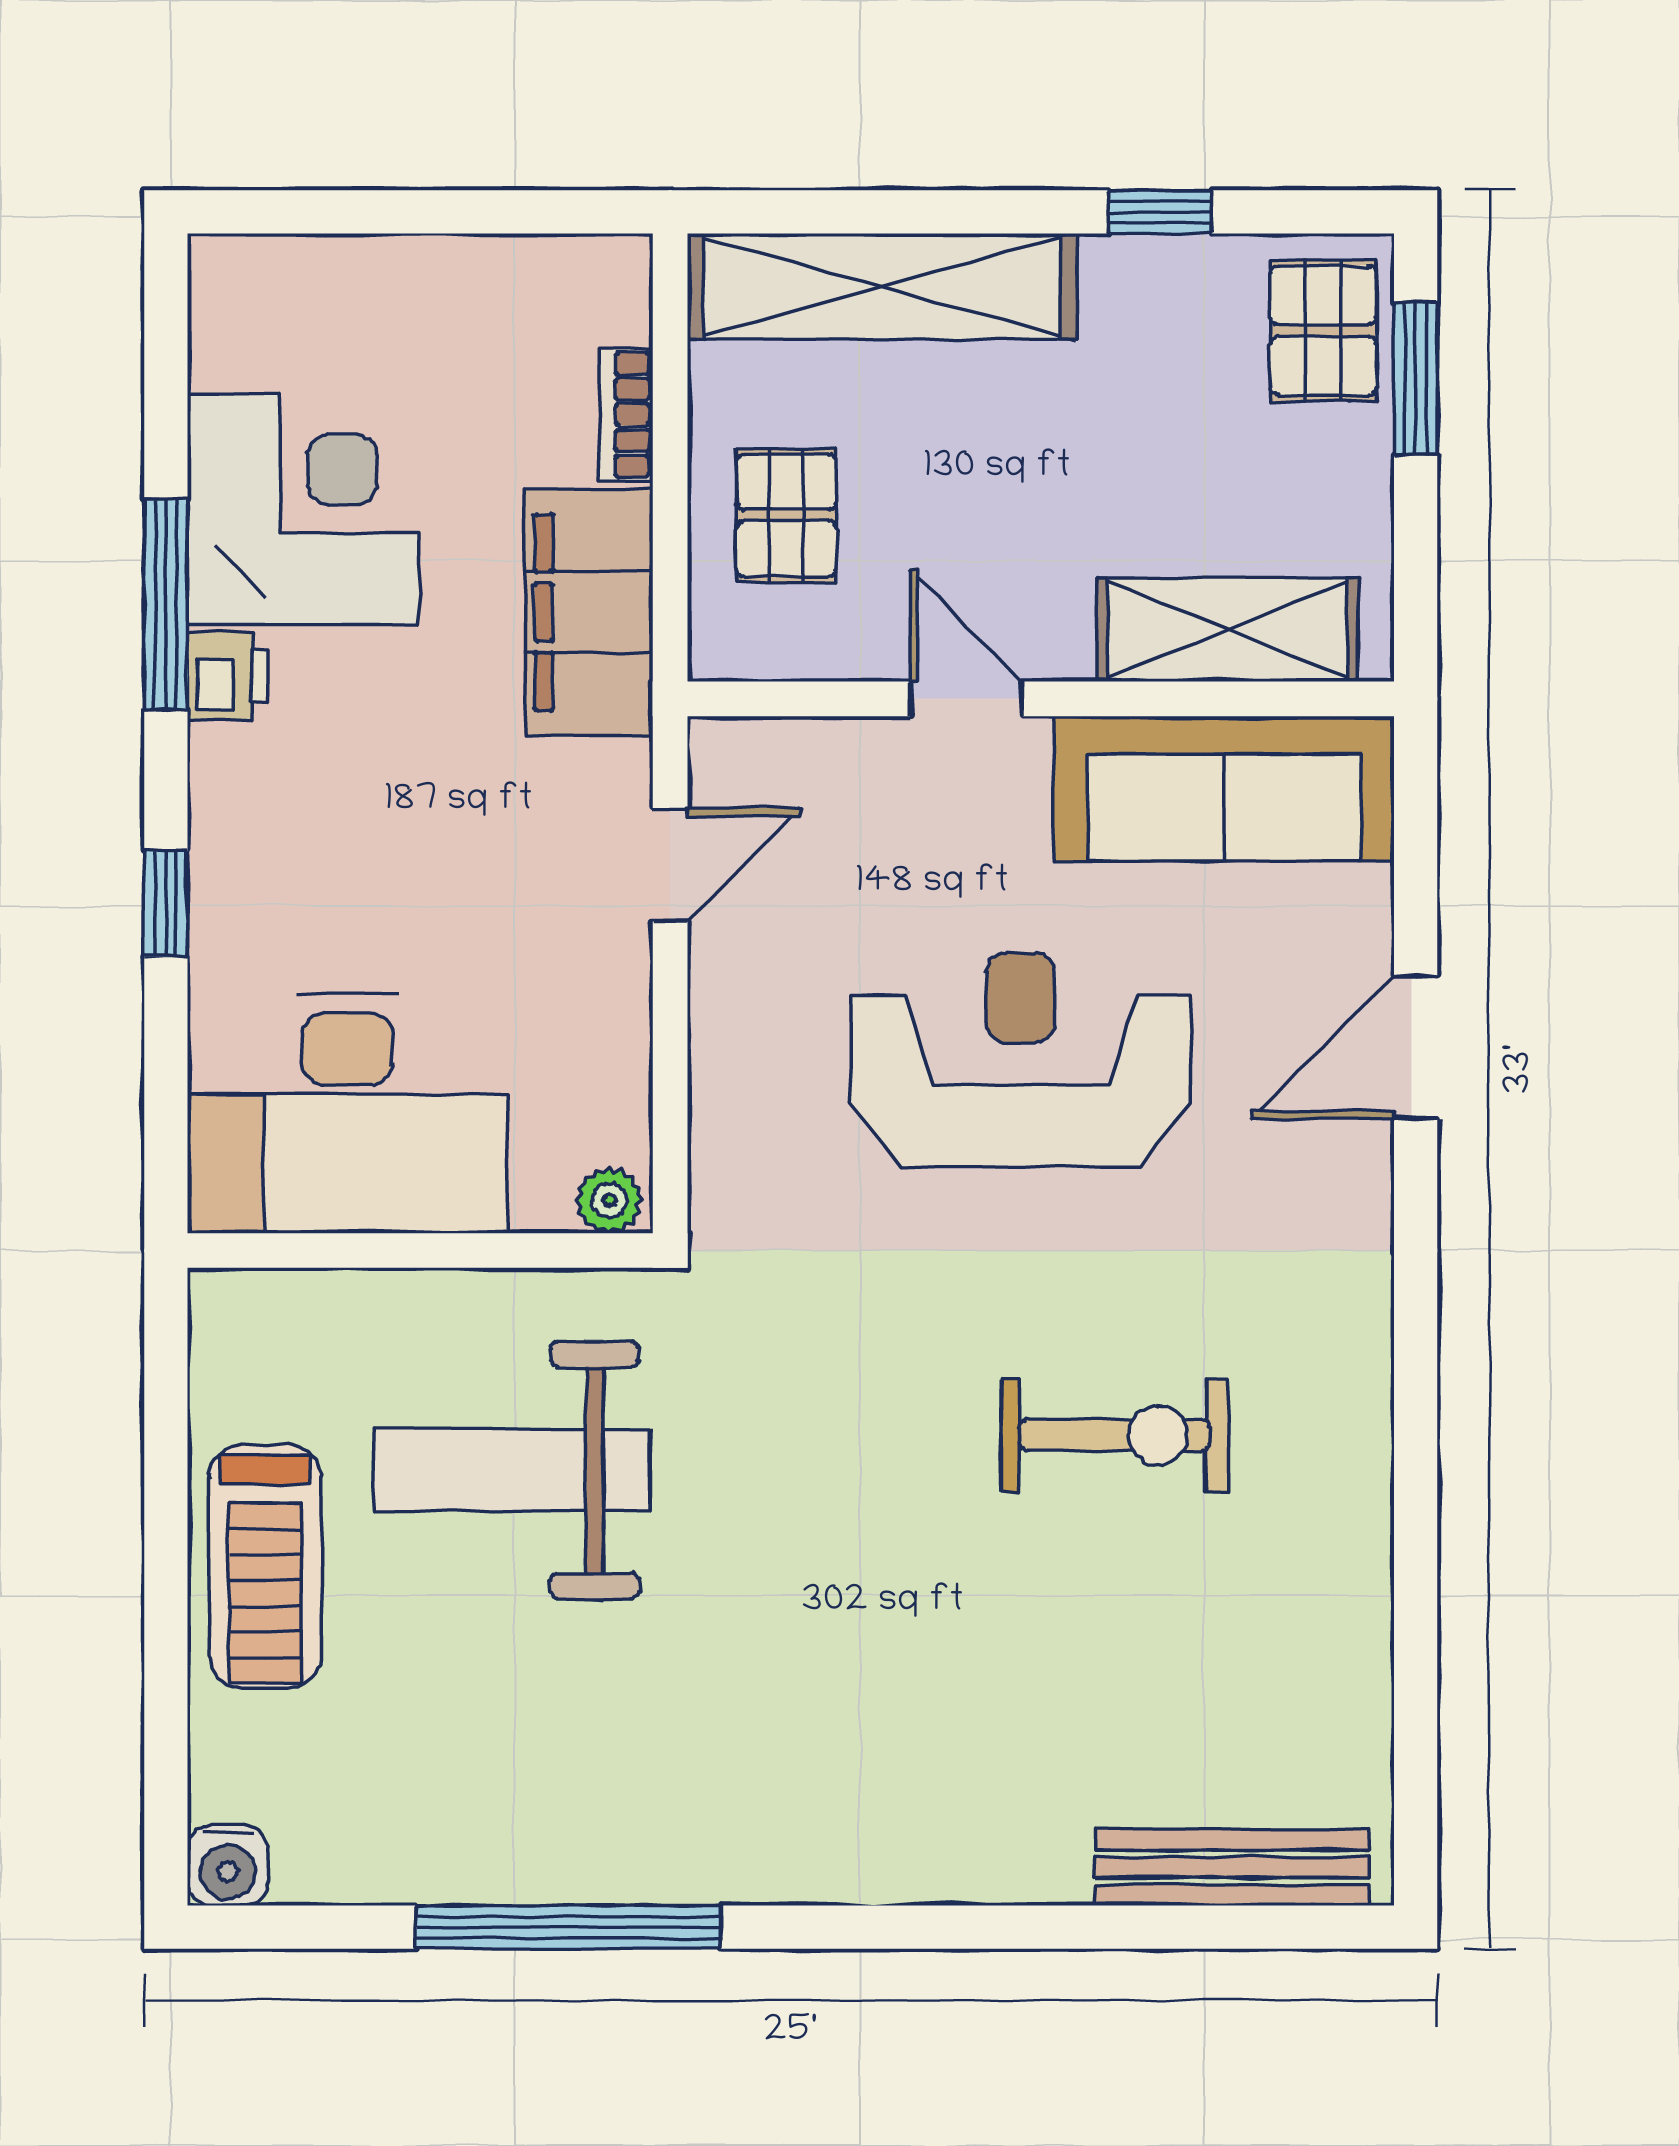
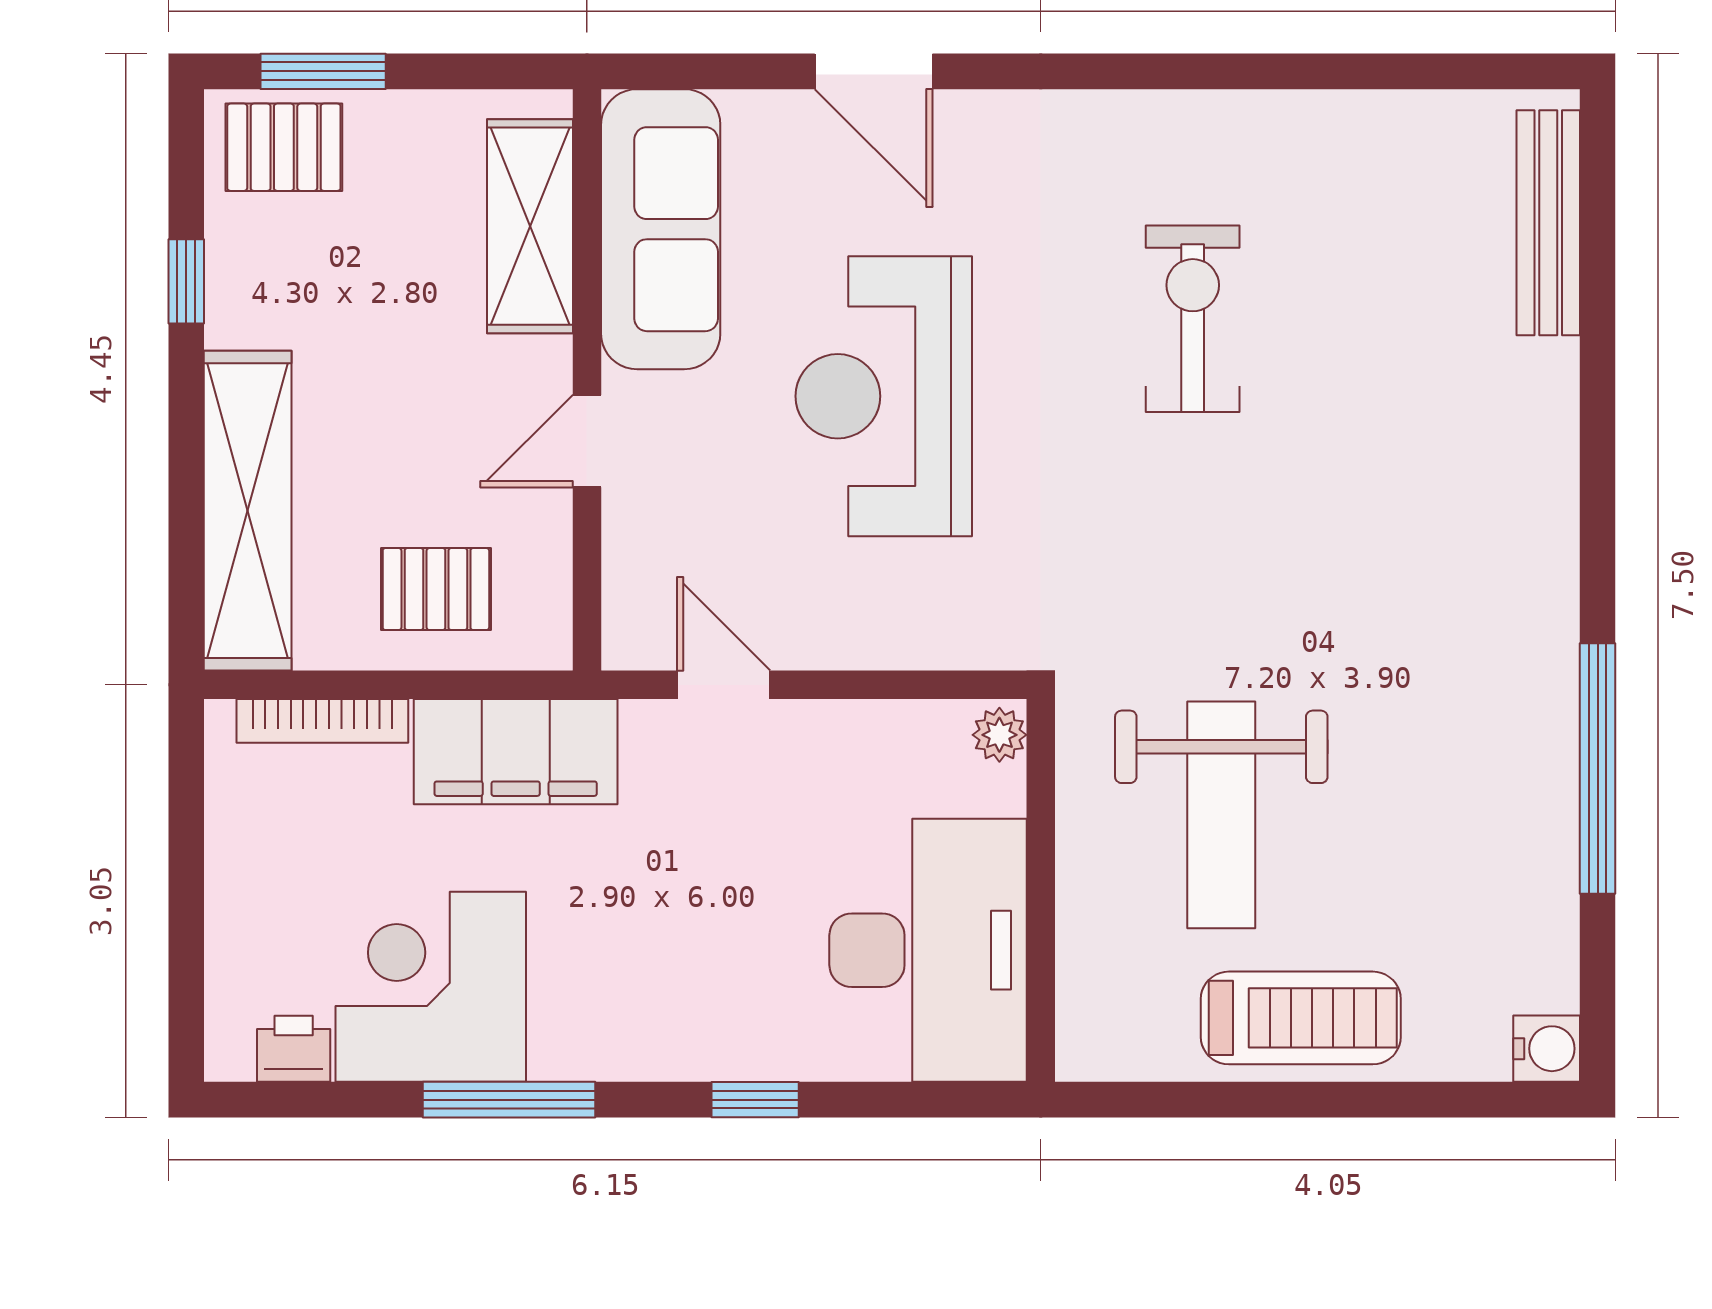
bookcase: (626, 415) -> (322, 721), width x1.56
printer: (228, 676) -> (294, 1049), moved

